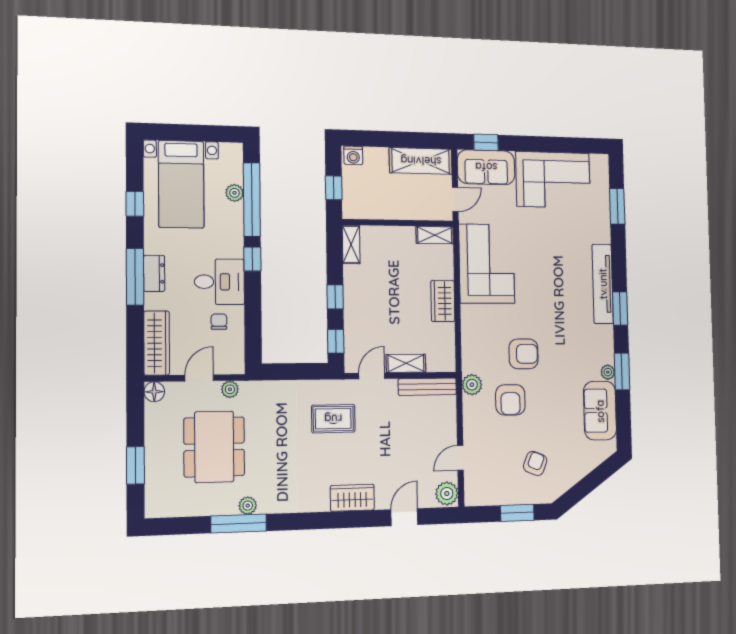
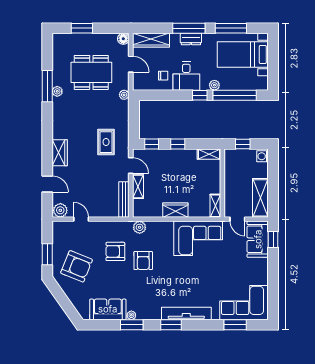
corner sofa: (553, 180) -> (244, 303), moved, turned 90
plant: (235, 193) -> (214, 85), moved
window: (135, 204) -> (231, 28), width x2.17
plant: (472, 385) -> (140, 227), moved
plant: (230, 389) -> (124, 95), moved
armchair: (535, 463) -> (77, 266), width x1.88, depth x1.88

